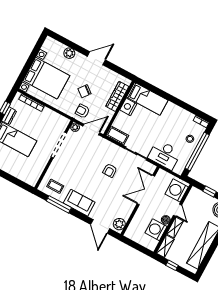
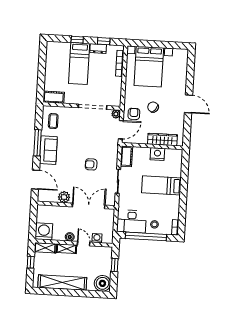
plant: (69, 53) -> (182, 77), removed
bed: (147, 99) -> (161, 185), moved, turned 90
door: (91, 129) -> (121, 130), hinge flipped
desk: (165, 155) -> (132, 221), moved, turned -90
cot: (34, 176) -> (54, 97), added
washing machine: (177, 190) -> (97, 238), width x0.53, depth x0.53
window: (59, 204) -> (38, 143), moved
door: (178, 210) -> (84, 244), swing flipped
plant: (119, 224) -> (64, 197), moved
door: (100, 227) -> (35, 180), swing flipped
washing machine: (156, 230) -> (44, 231), moved

